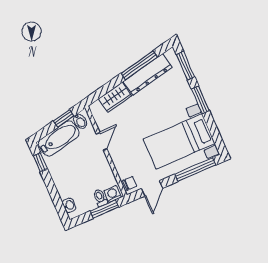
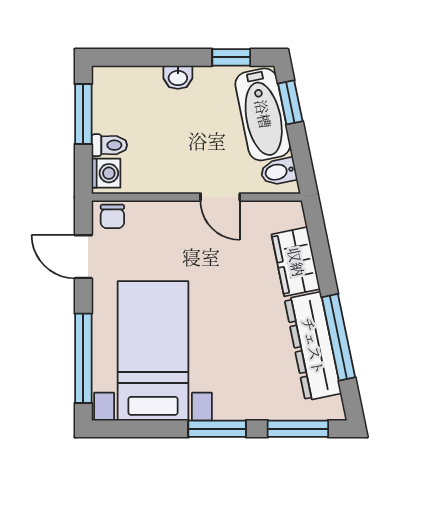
window: (64, 118) -> (290, 102), moved
washbasin: (69, 205) -> (178, 77), moved
window: (104, 209) -> (83, 114), moved

